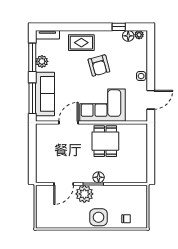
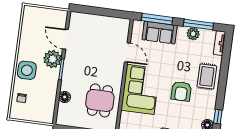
armchair: (99, 66) -> (181, 91), turned -75
sofa: (45, 94) -> (160, 33), width x0.73
dining table: (105, 141) -> (100, 100), moved, turned 90
floor lamp: (99, 177) -> (65, 97), moved

